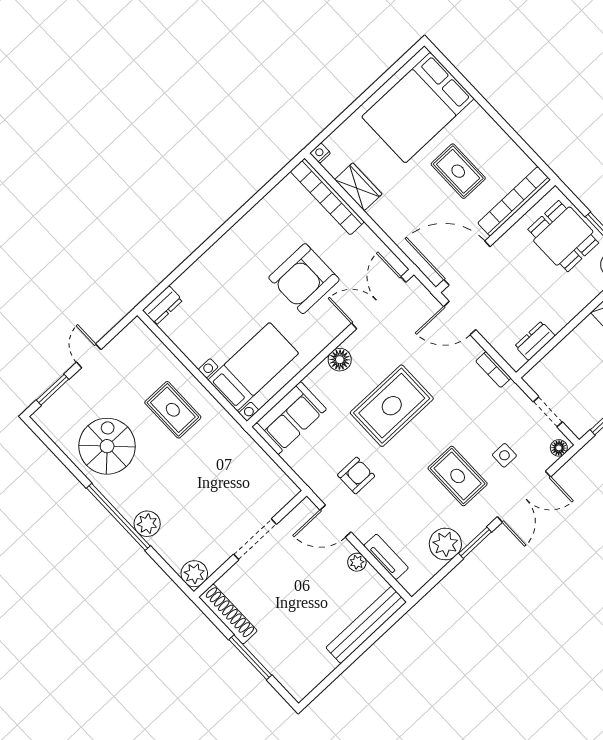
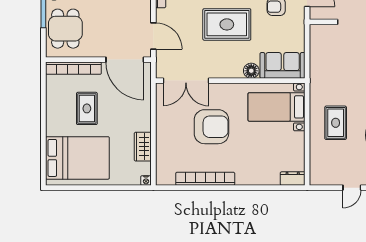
bookcase: (327, 197) -> (205, 179), moved, turned -90
floor lamp: (340, 360) -> (251, 71), moved

